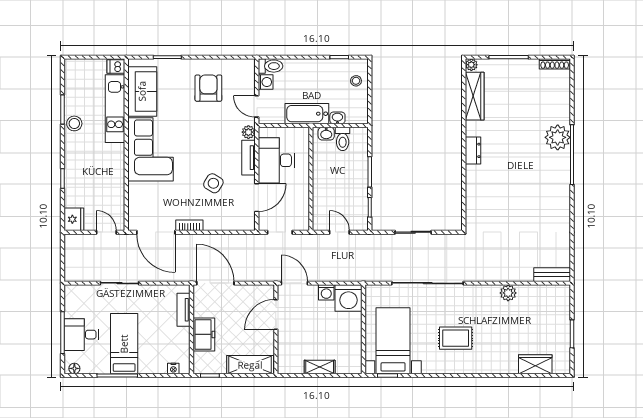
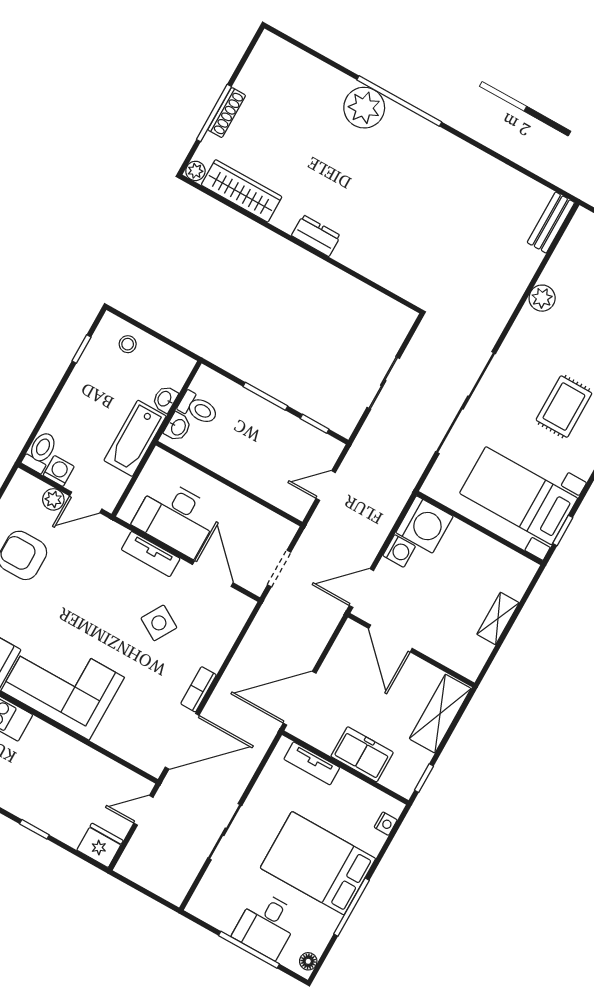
shoe rack: (555, 64) -> (227, 113), moved
plant: (248, 132) -> (53, 499), moved
bed: (124, 344) -> (318, 863), width x1.50

